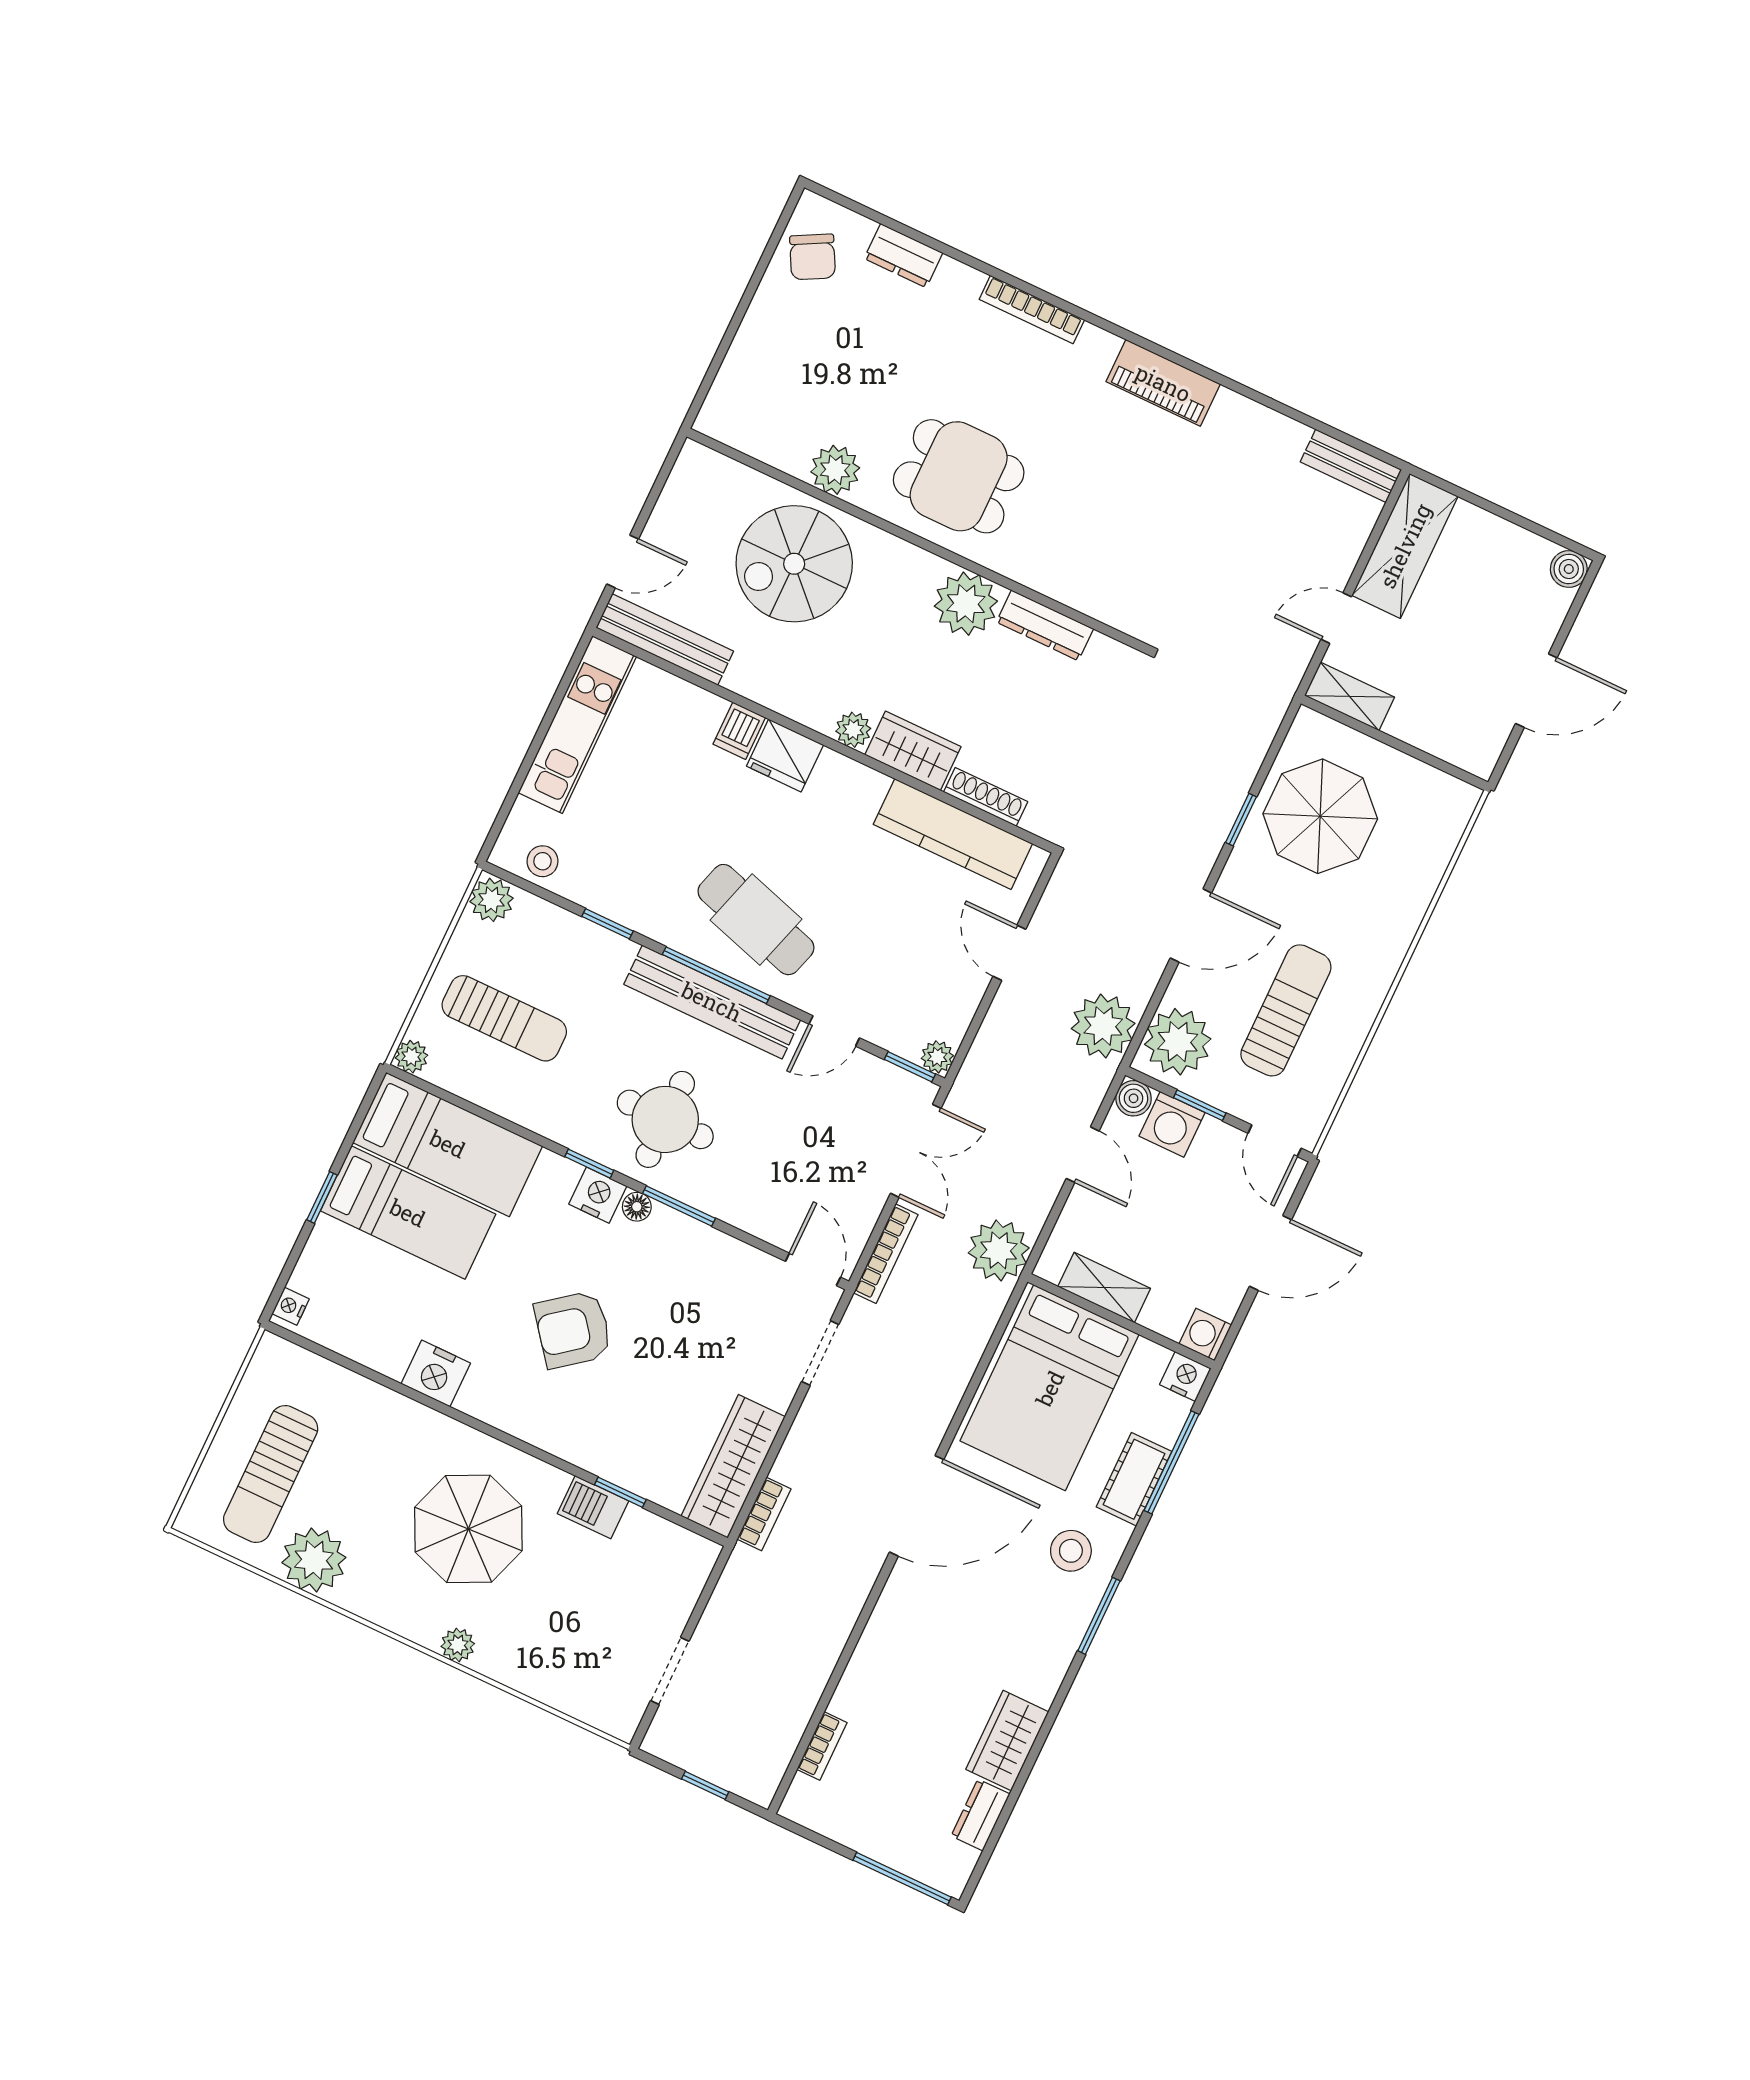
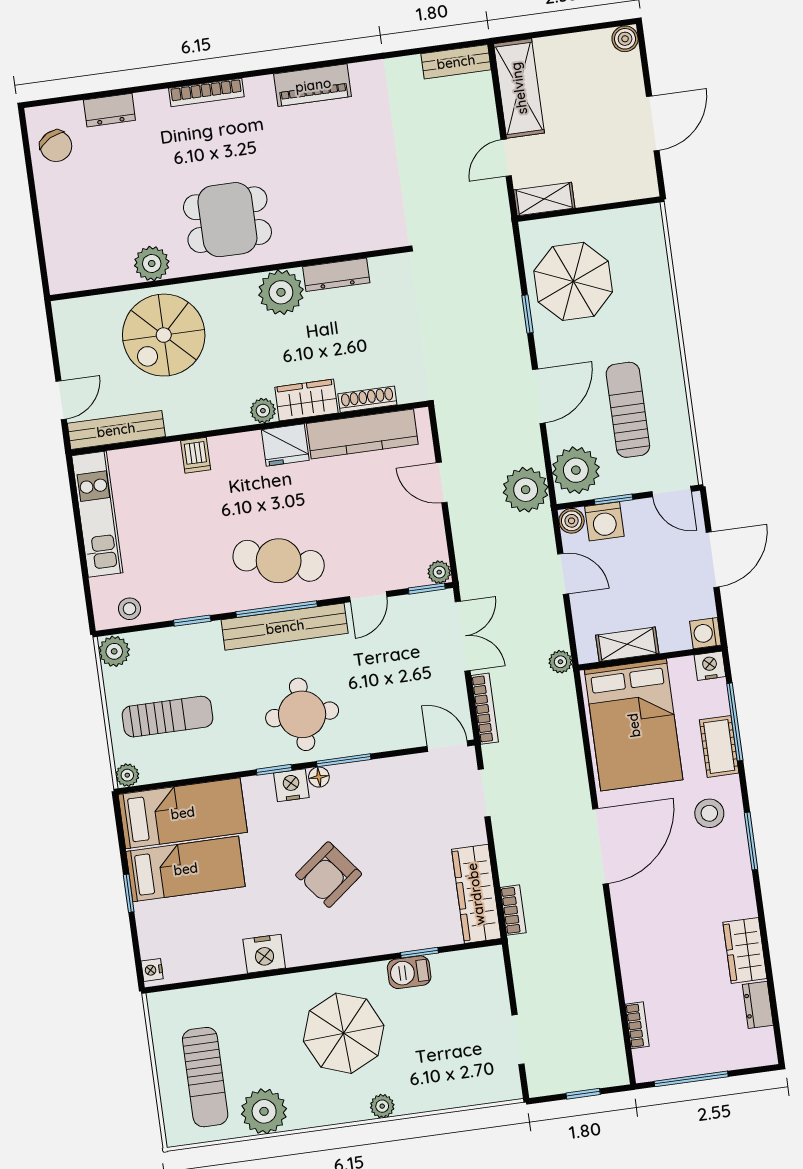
fridge: (785, 755) -> (285, 445), moved
plant: (999, 1250) -> (560, 662), width x0.53, depth x0.53
window: (902, 1879) -> (691, 1079), moved

